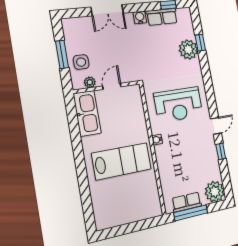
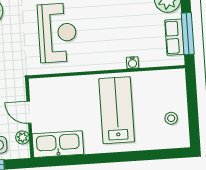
water cooler: (157, 140) -> (132, 63), moved
stool: (120, 210) -> (171, 118), added

